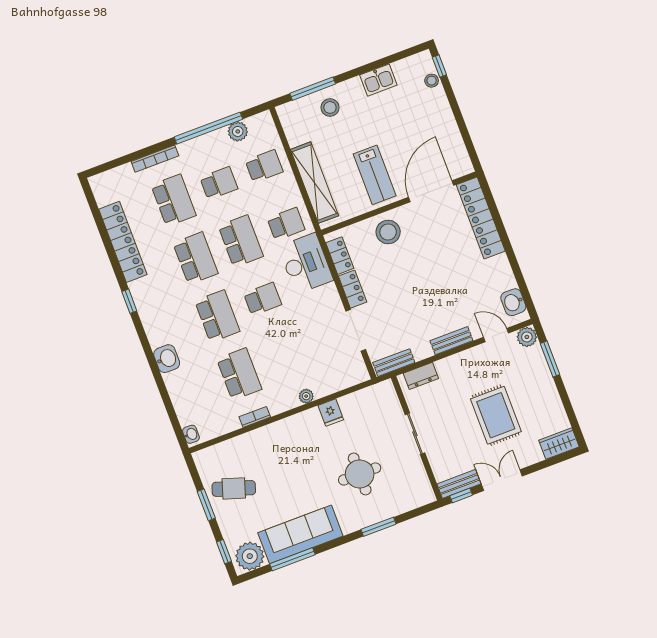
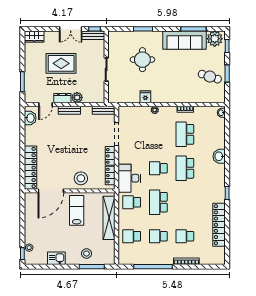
plant: (238, 131) -> (139, 259), removed
school desk: (174, 200) -> (185, 236), width x0.54
school desk: (195, 258) -> (185, 202), removed
door: (496, 335) -> (45, 104), hinge flipped
plant: (527, 337) -> (77, 97), moved
dresser: (421, 376) -> (62, 98), moved
rug: (496, 415) -> (61, 63), turned 90

